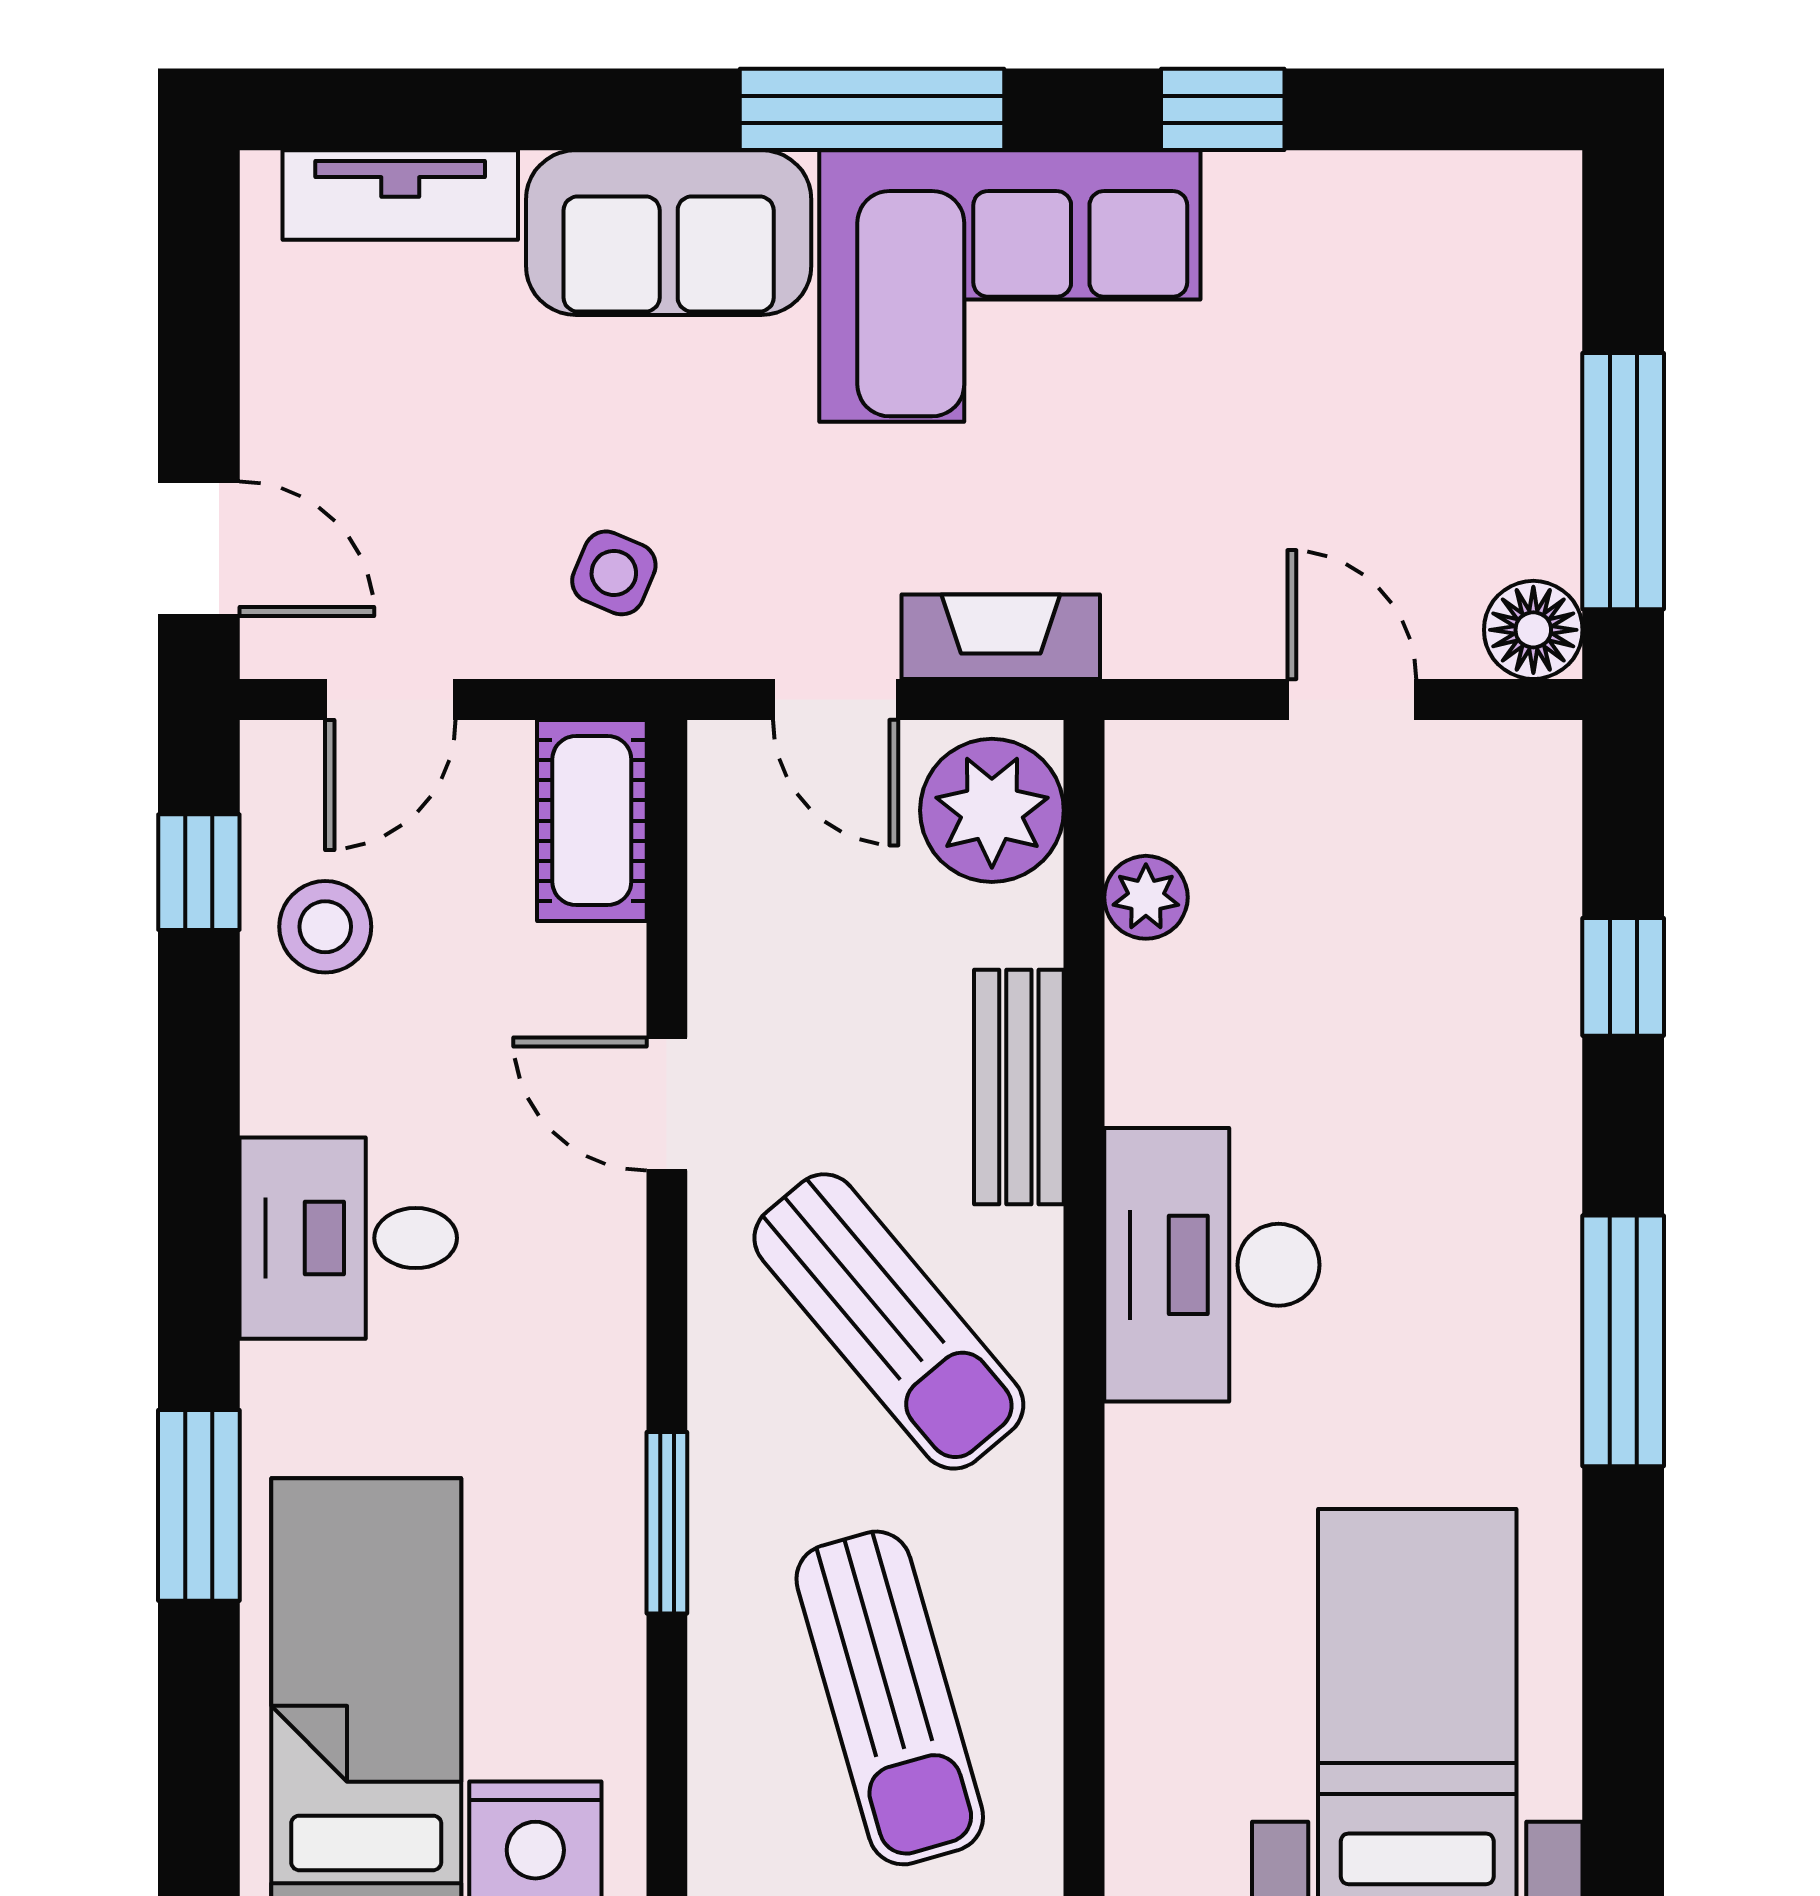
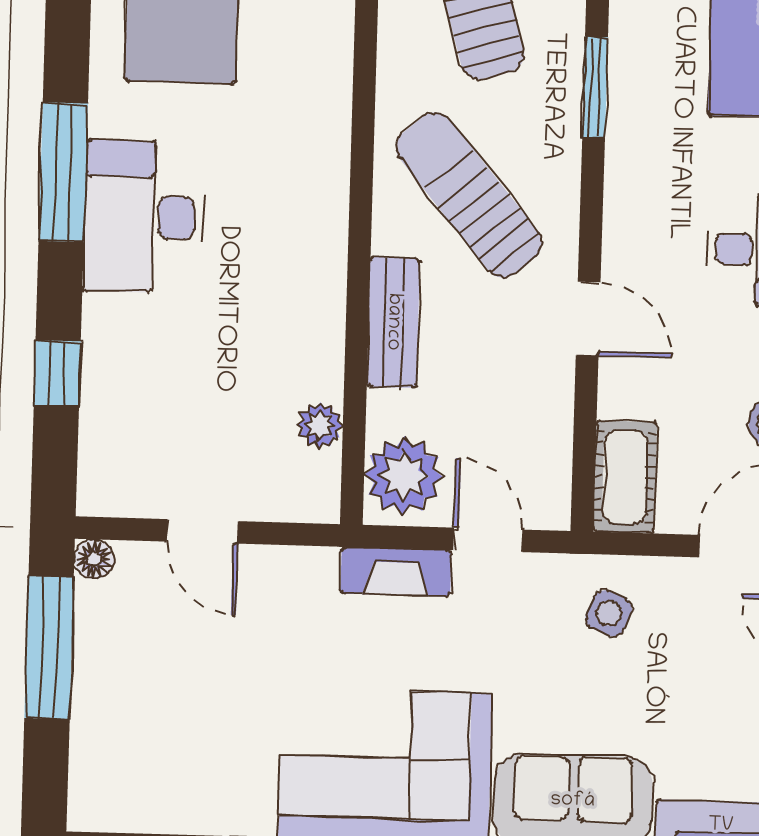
floor lamp: (1533, 630) -> (94, 559), width x0.73, depth x0.73
desk: (1212, 1265) -> (144, 217), moved, turned 180

